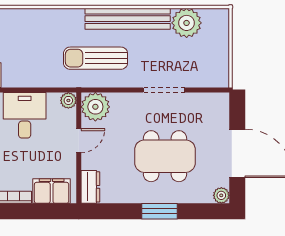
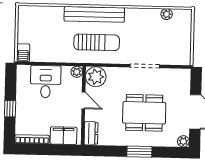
bench: (128, 19) -> (94, 14), moved
plant: (187, 23) -> (167, 14), width x0.53, depth x0.53
sun lounger: (96, 58) -> (97, 42), turned 180
door: (79, 141) -> (83, 100), hinge flipped

